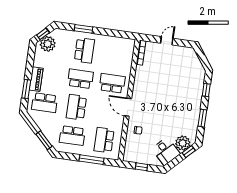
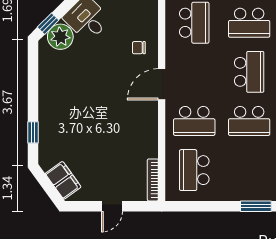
school desk: (84, 50) -> (194, 170), moved
filing cabinet: (193, 60) -> (63, 180), added
door: (128, 107) -> (162, 84), swing flipped
window: (202, 118) -> (33, 84), removed
school desk: (72, 136) -> (249, 23), turned 180

